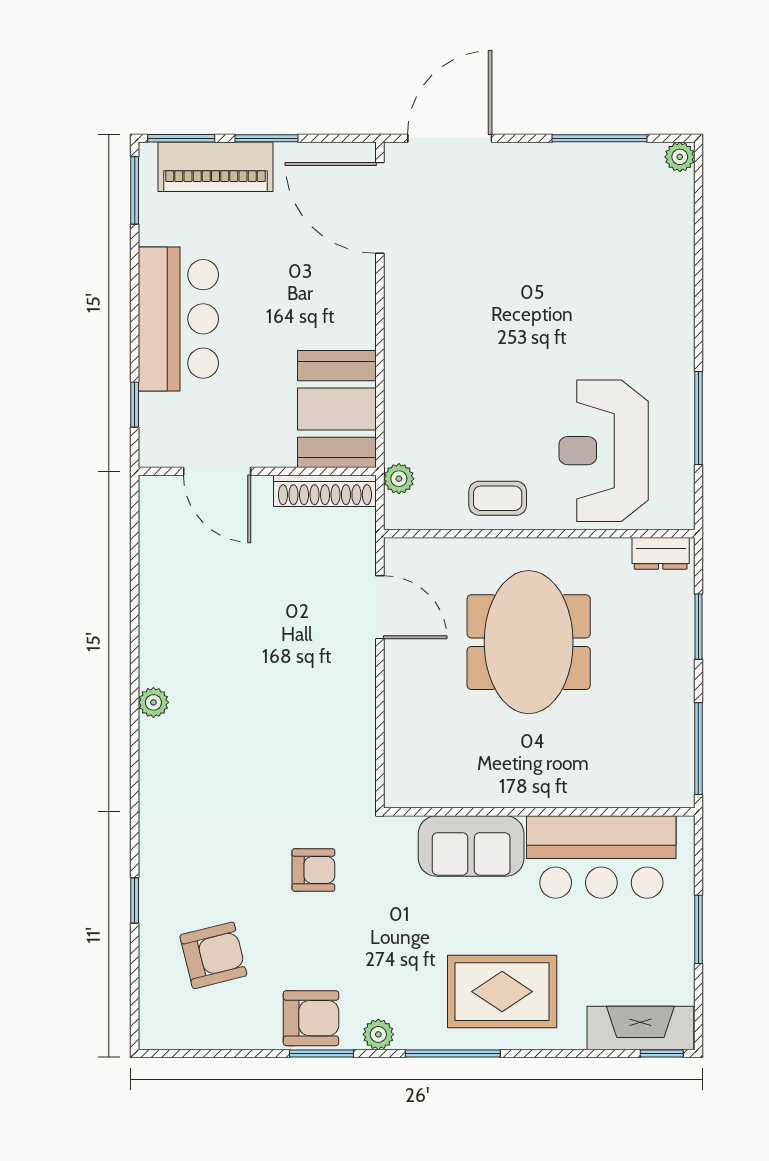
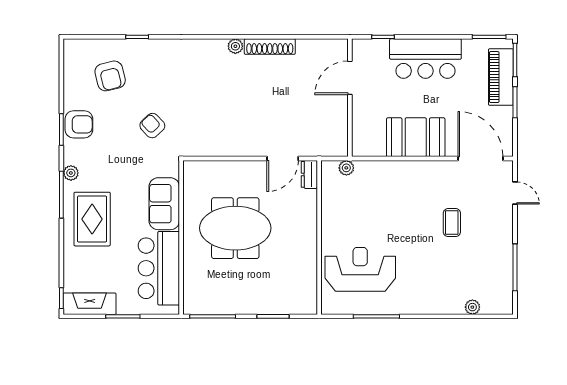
door: (450, 138) -> (515, 193), width x0.53
plant: (680, 157) -> (472, 307), moved
door: (380, 208) -> (480, 158), hinge flipped
booth: (337, 409) -> (416, 137), moved
shoe rack: (325, 491) -> (270, 47), moved, turned -90
coffee table: (498, 498) -> (452, 223), moved
dresser: (661, 553) -> (309, 174), moved
meeting table: (529, 642) -> (235, 228), moved
armchair: (313, 870) -> (152, 126), turned 137
armchair: (311, 1018) -> (79, 124), turned -90
fireplace: (640, 1028) -> (90, 304), moved, turned -90
plant: (378, 1034) -> (71, 173), moved

